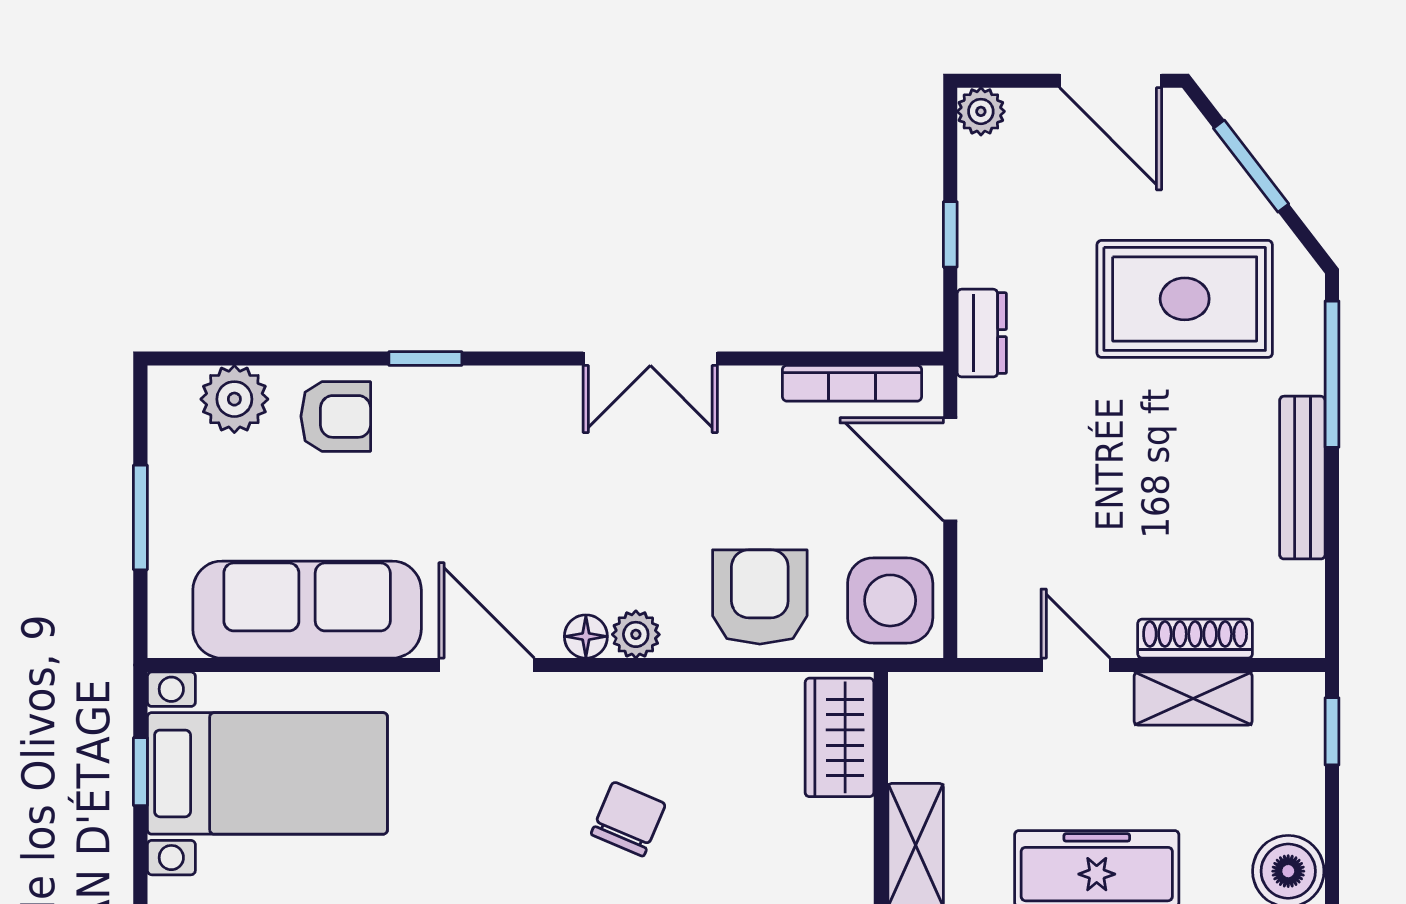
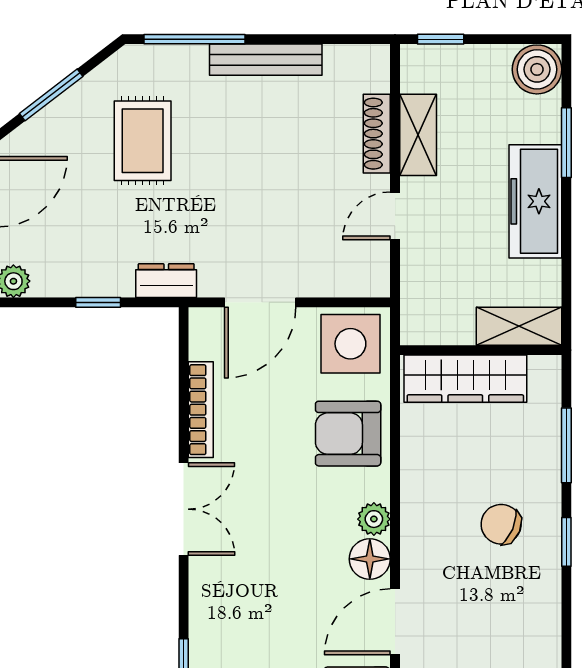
rug: (1185, 299) -> (143, 141), width x0.73, depth x0.70
bookcase: (852, 383) -> (201, 410), moved
floor lamp: (586, 636) -> (370, 559), width x1.37, depth x1.37
wardrobe: (840, 737) -> (465, 379), width x1.50

